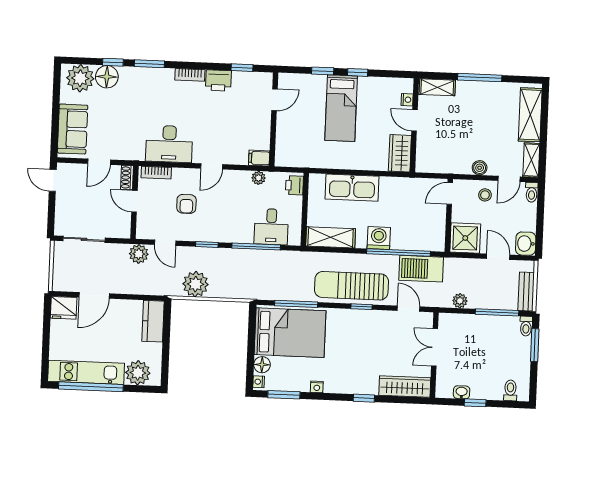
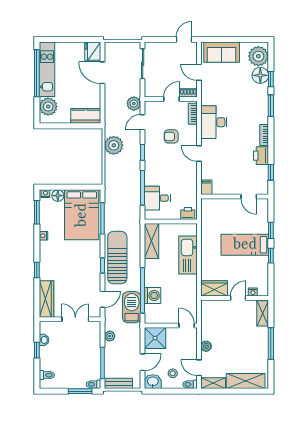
plant: (259, 178) -> (192, 187), removed
stool: (485, 195) -> (173, 373), moved
washing machine: (379, 238) -> (152, 296), moved

